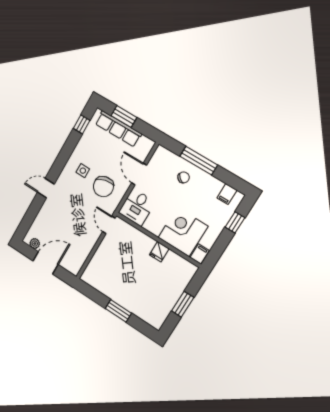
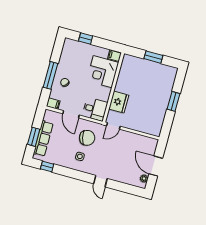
door: (139, 174) -> (71, 114), hinge flipped
filing cabinet: (227, 194) -> (53, 104), moved
fridge: (159, 252) -> (119, 102), moved, width x1.88, depth x1.34

